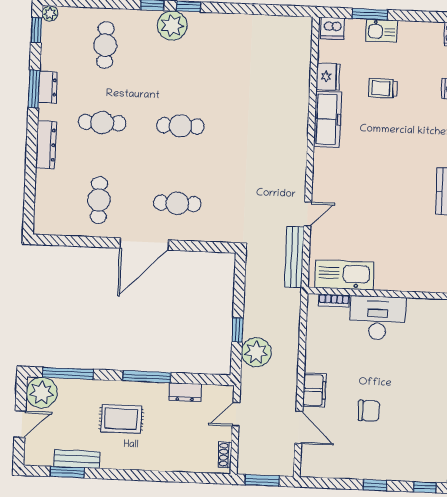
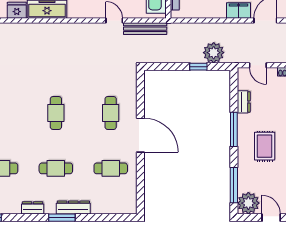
window: (34, 89) -> (62, 218), moved
cafe table: (102, 123) -> (56, 168), turned 90

